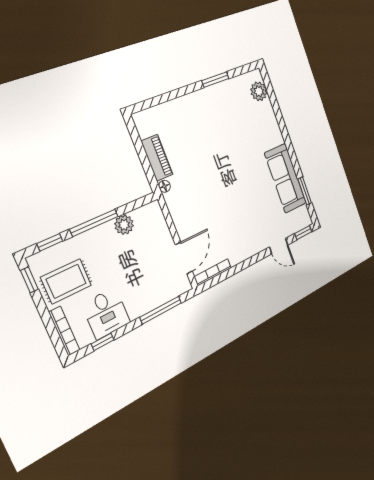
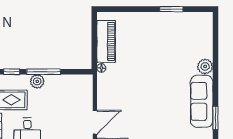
plant: (259, 91) -> (205, 66), moved
piano: (157, 158) -> (106, 41), width x1.37, depth x1.33
plant: (124, 225) -> (37, 81), moved

